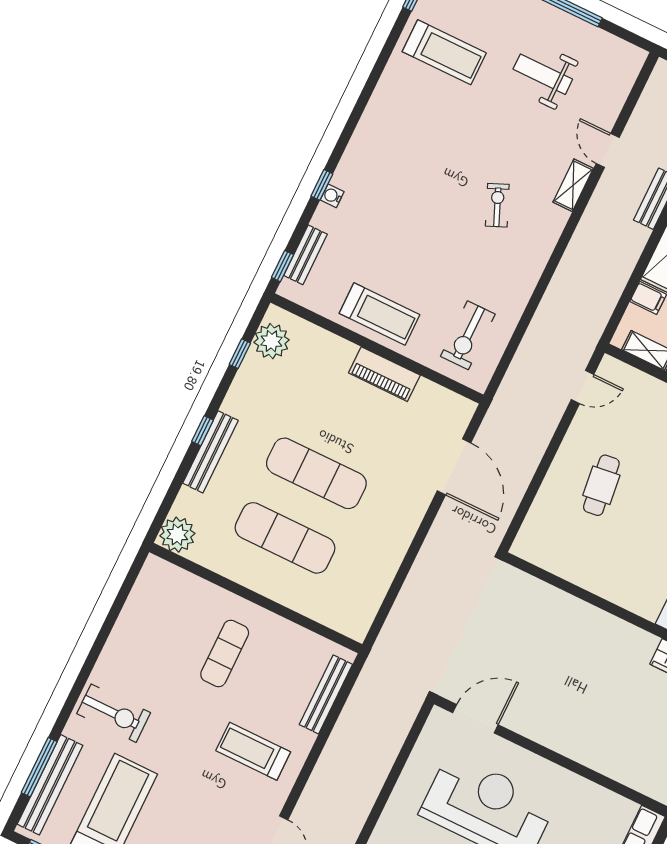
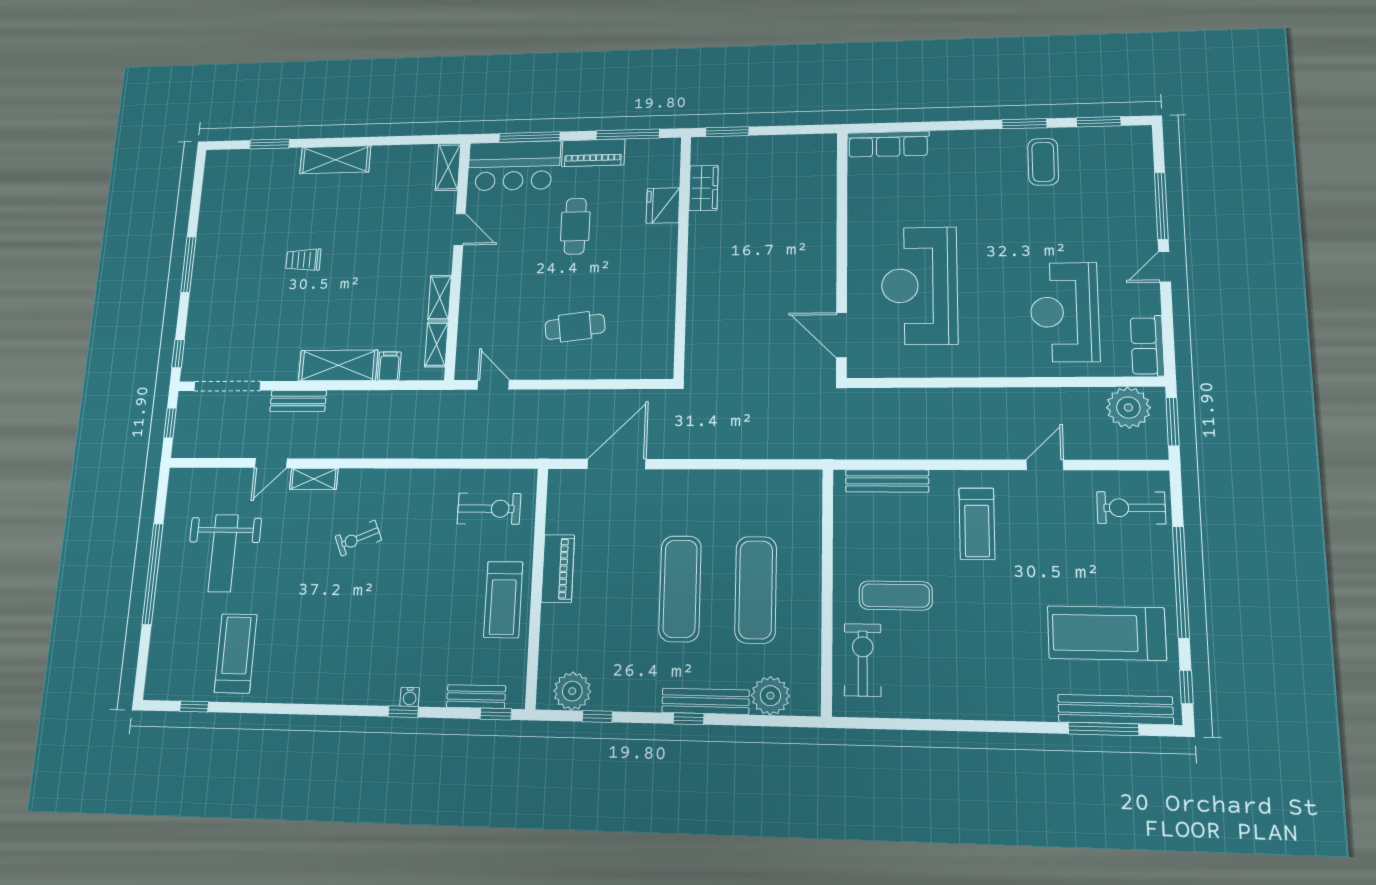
weight bench: (543, 74) -> (223, 553), width x1.36, depth x1.33
treadmill: (379, 314) -> (503, 600), turned 180
plant: (177, 535) -> (770, 696), moved
exercise bike: (114, 713) -> (863, 660), moved

